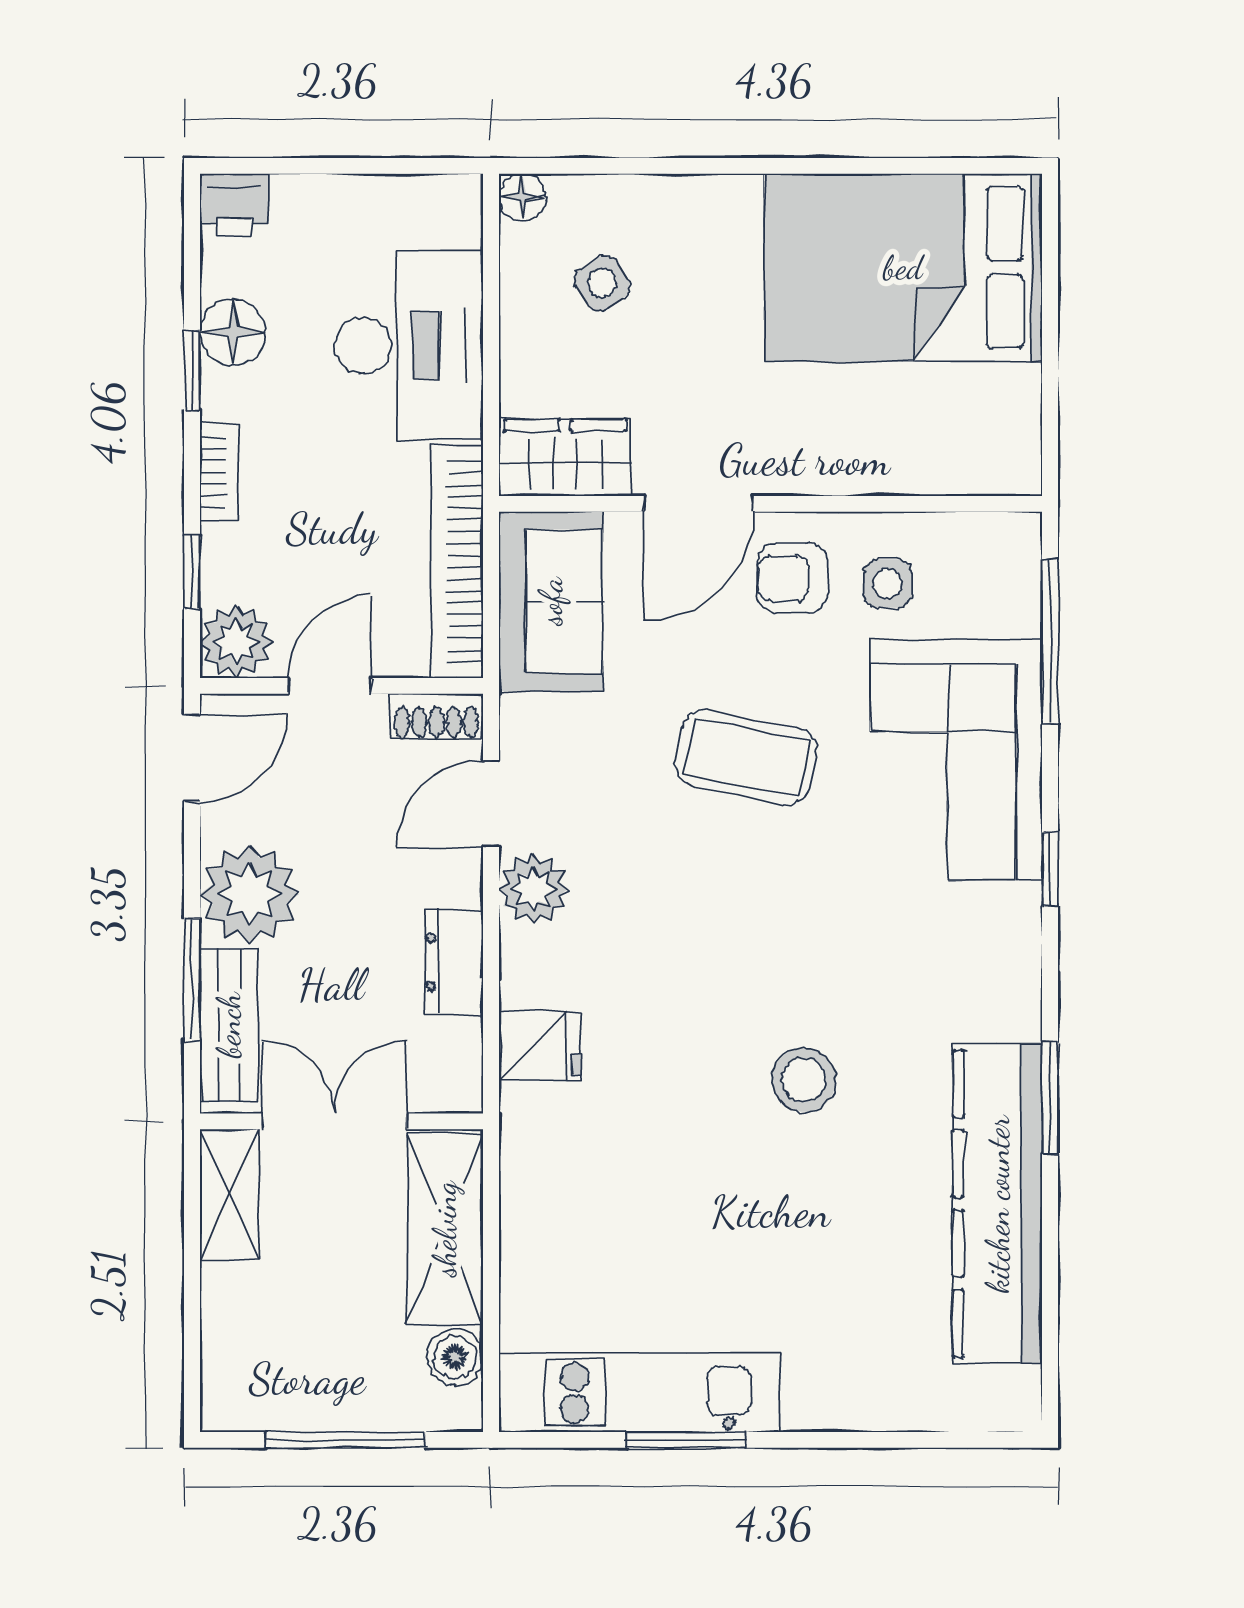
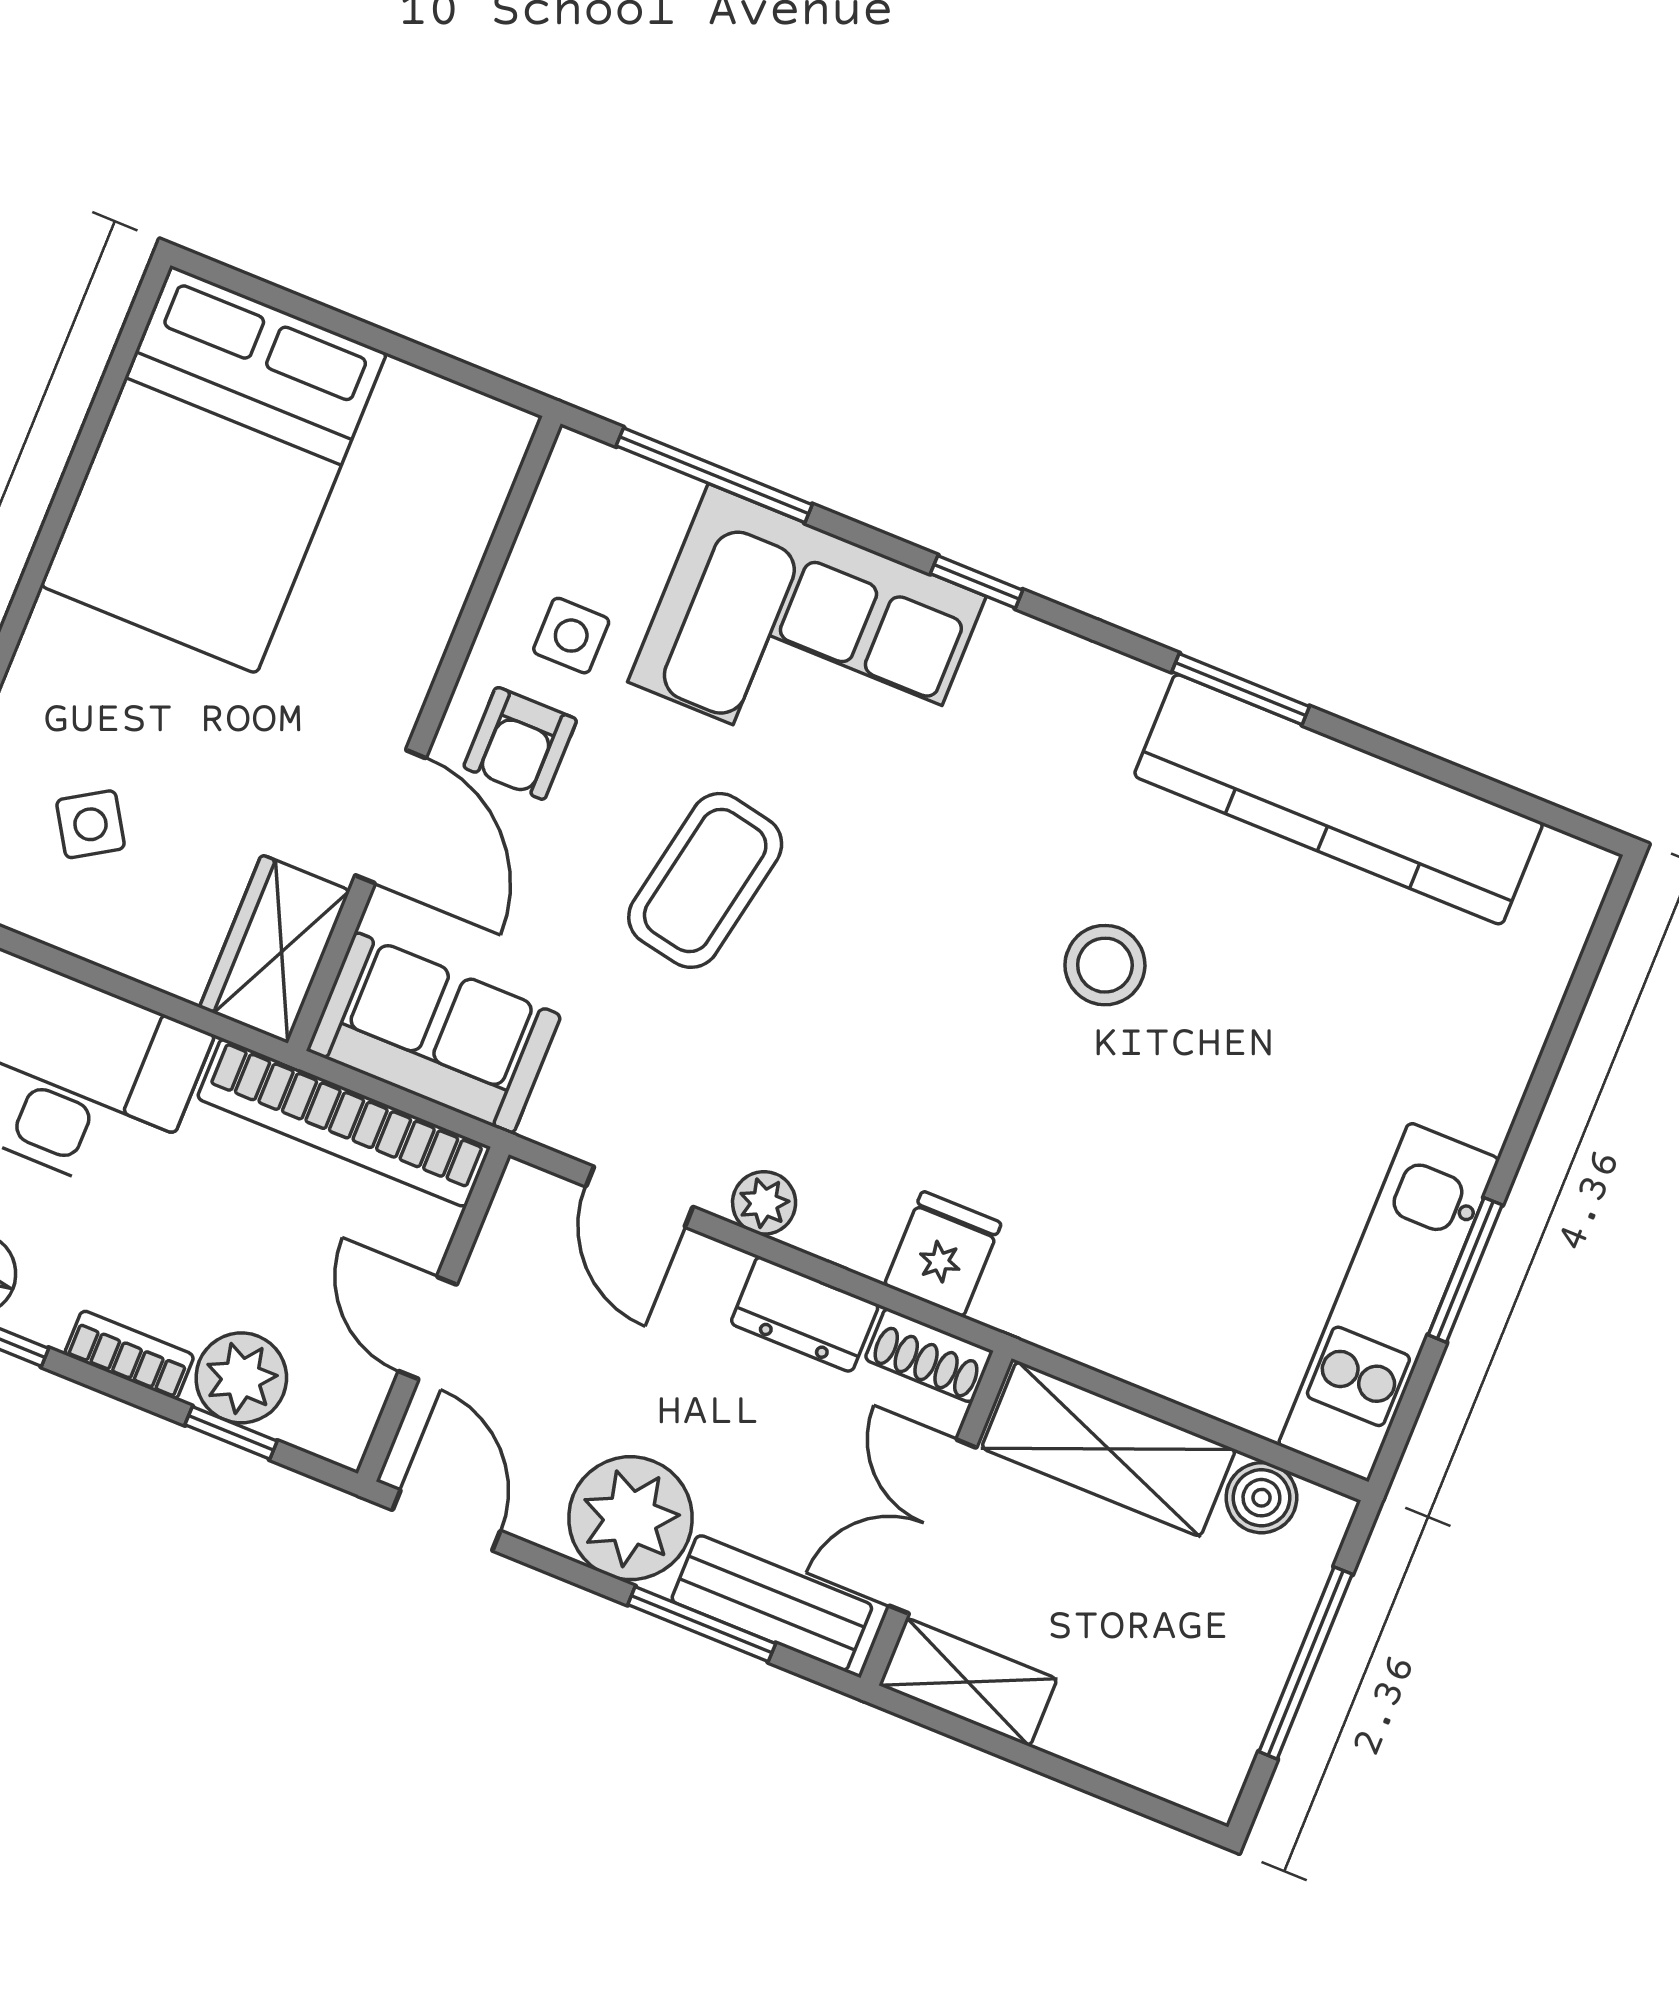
plant: (236, 642) -> (241, 1378), moved
shoe rack: (436, 716) -> (929, 1355), moved, turned 90
plant: (534, 889) -> (764, 1203), width x0.73, depth x0.73

